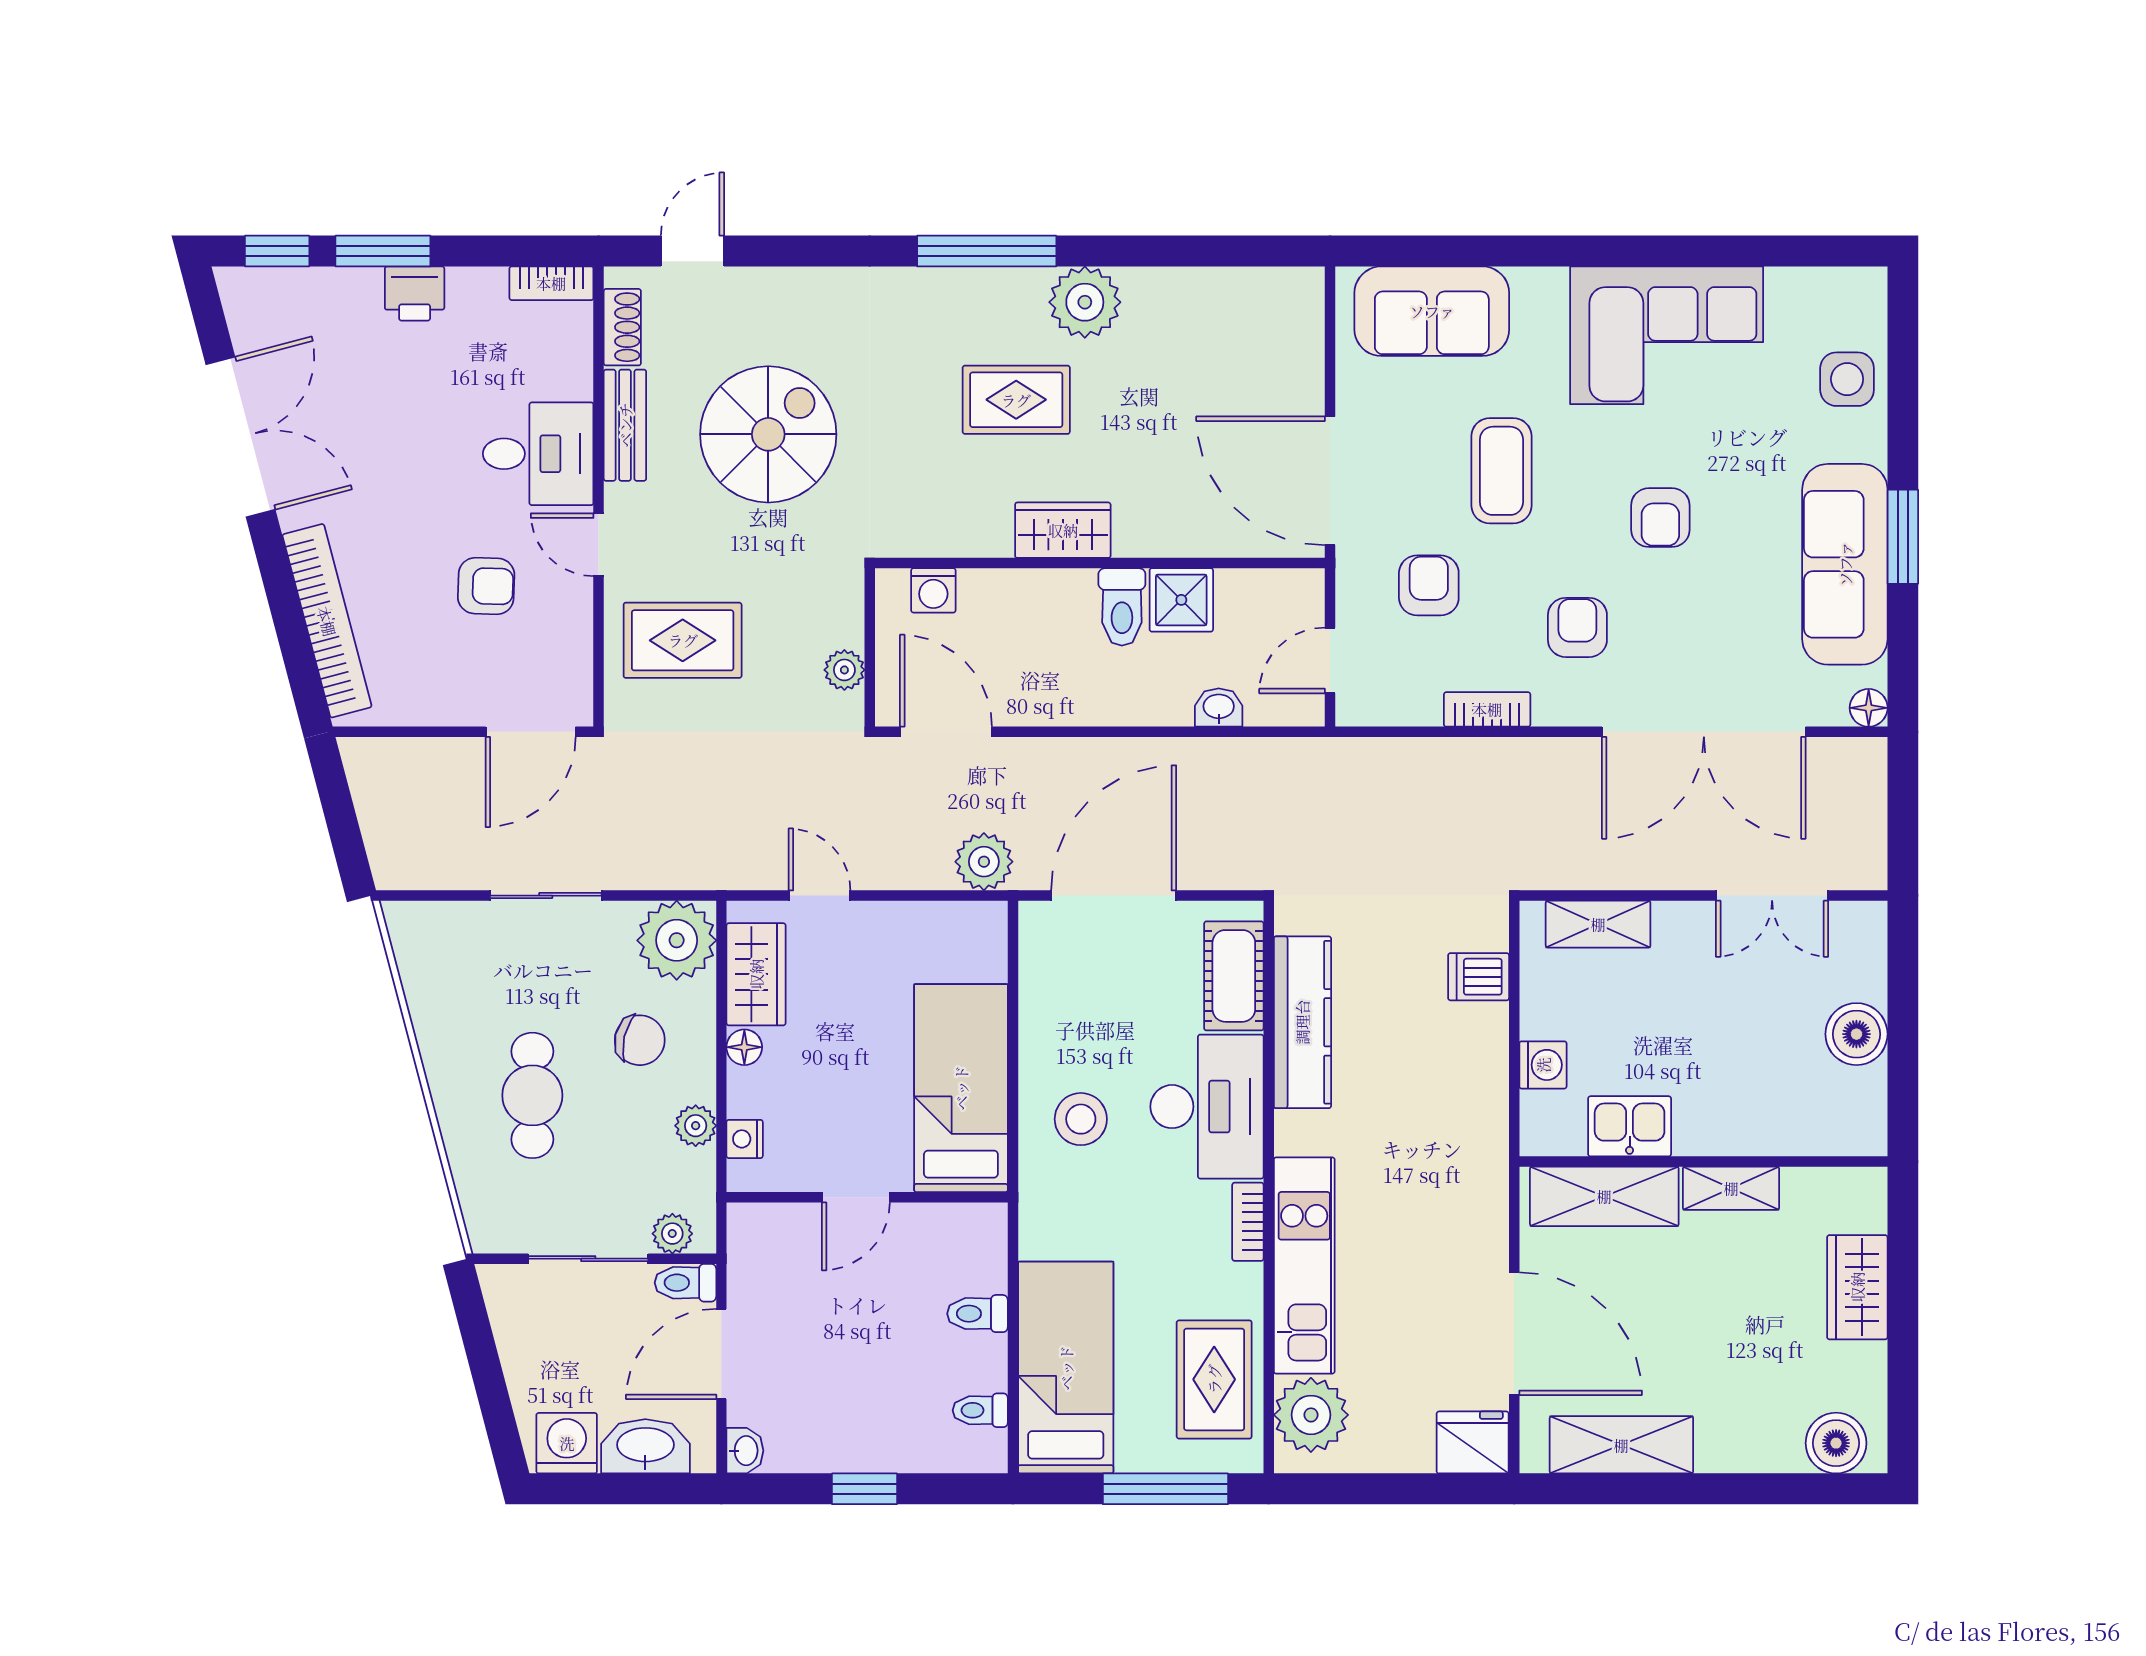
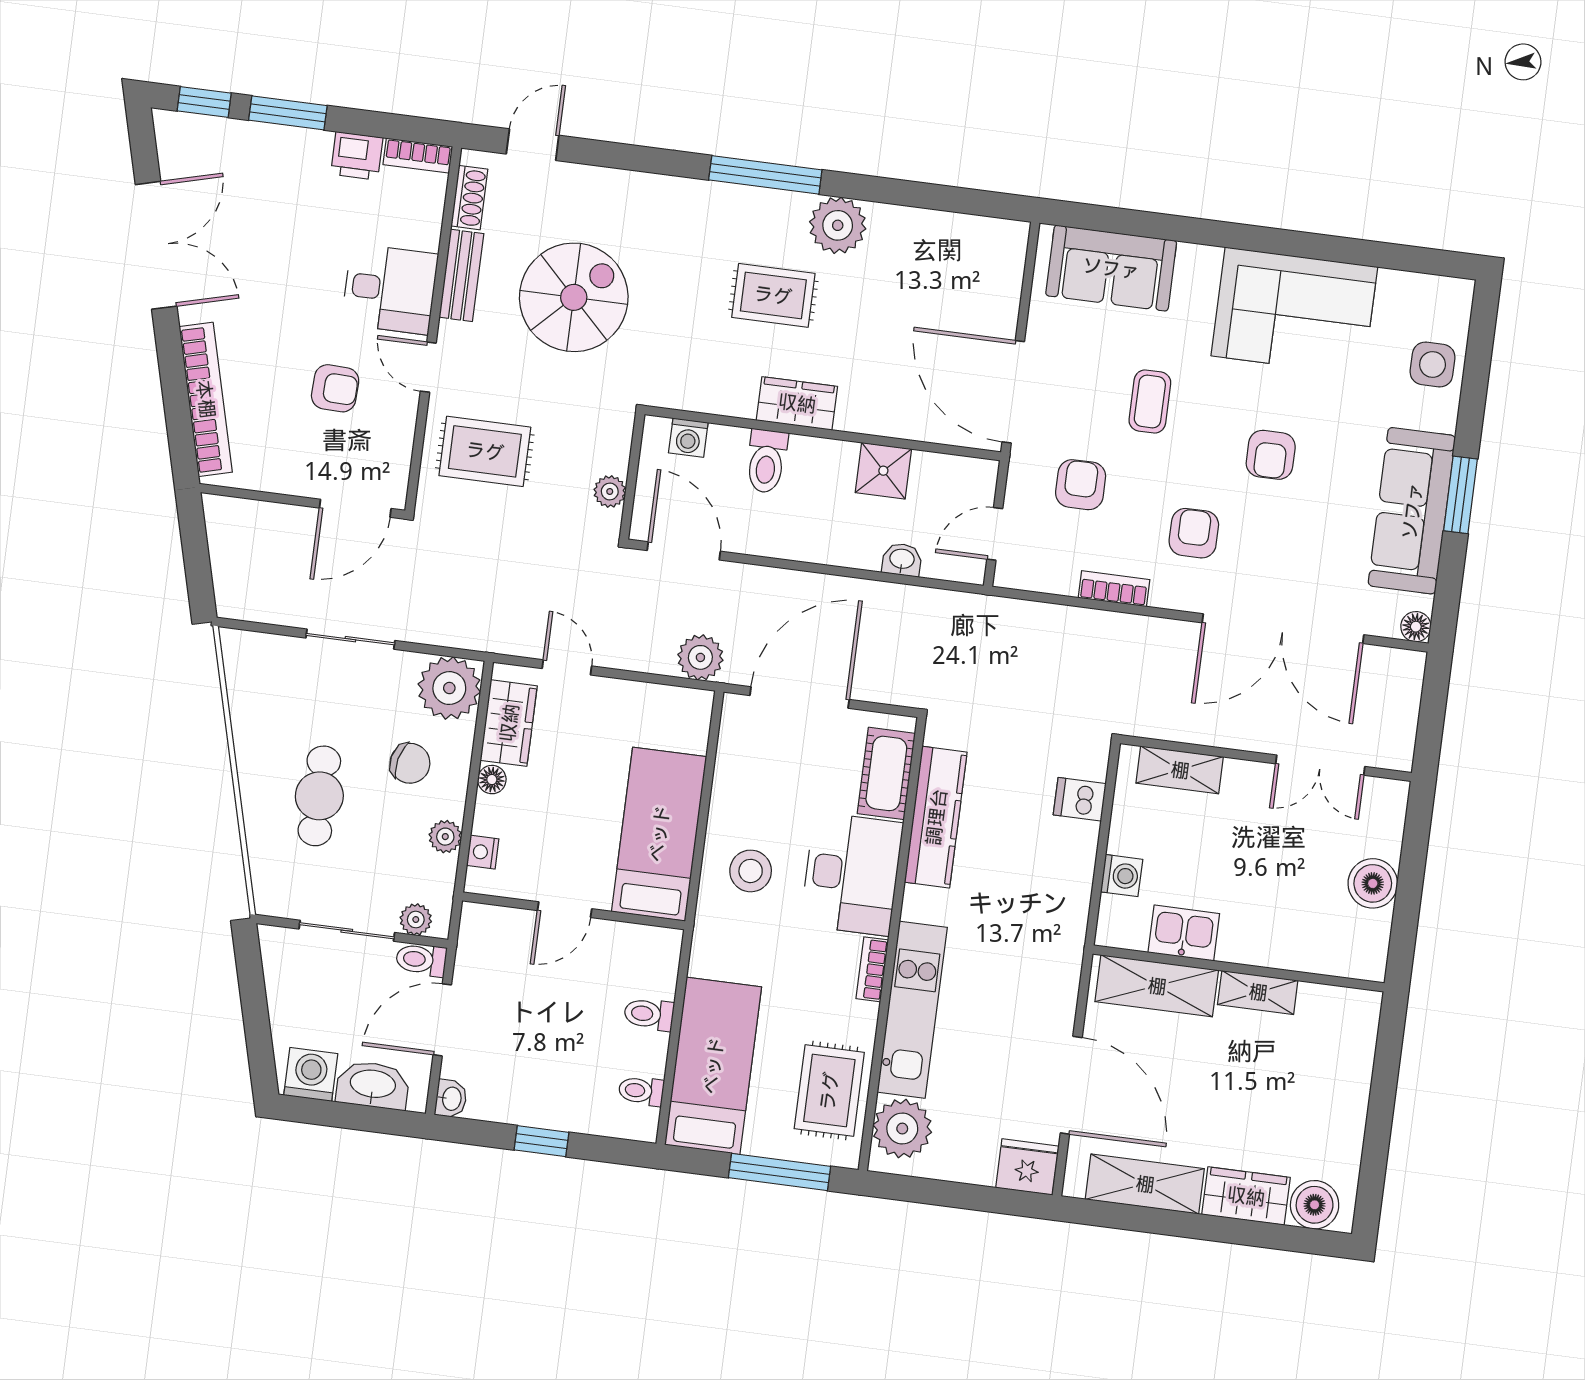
printer: (415, 293) -> (357, 156), moved
coffee table: (1501, 471) -> (1150, 401), width x0.73, depth x0.77
toilet: (1122, 607) -> (766, 461), moved
wardrobe: (1857, 1287) -> (1246, 1196), moved, turned 90

